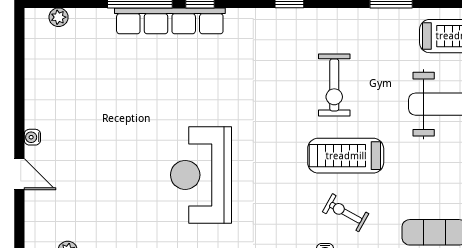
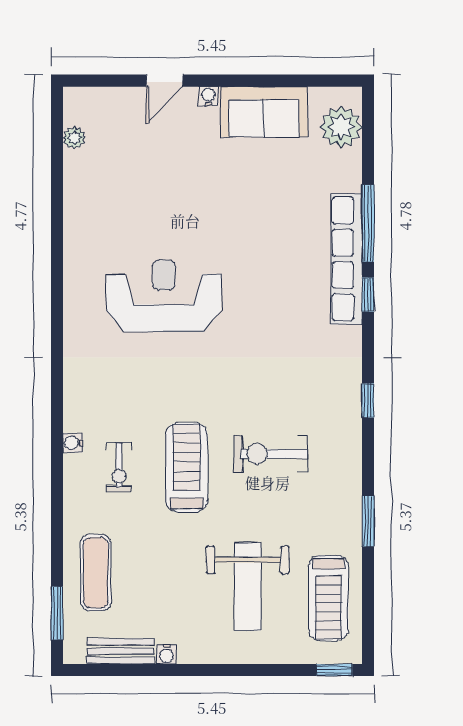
plant: (59, 17) -> (341, 127), width x1.87, depth x1.87
sofa: (46, 90) -> (264, 112), added
exercise bike: (346, 213) -> (119, 467), turned 151

